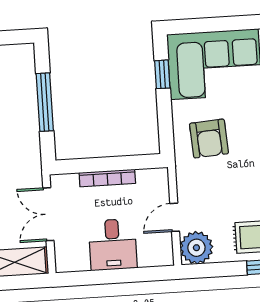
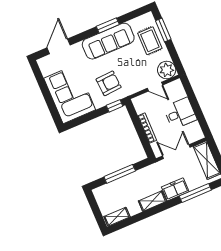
window: (162, 74) -> (115, 106), moved
double door: (48, 214) -> (176, 152), swing flipped

